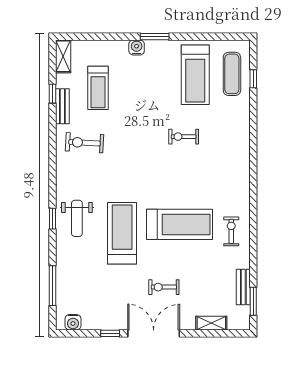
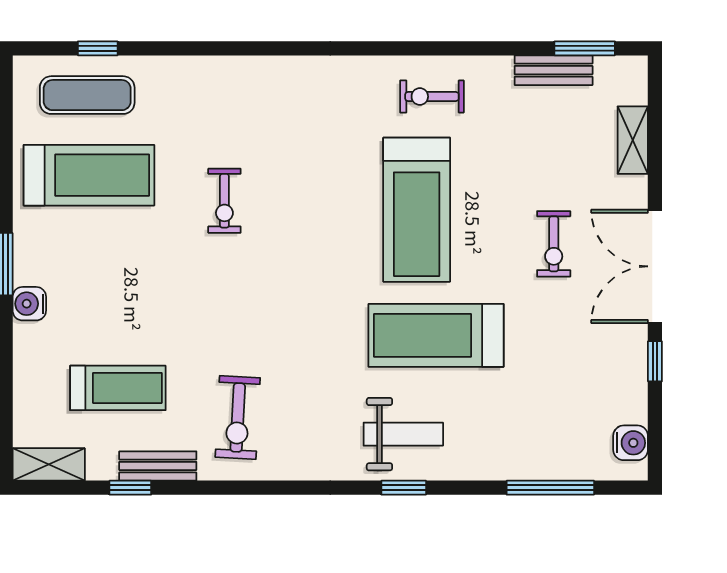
treadmill: (179, 224) -> (417, 210), turned 180

